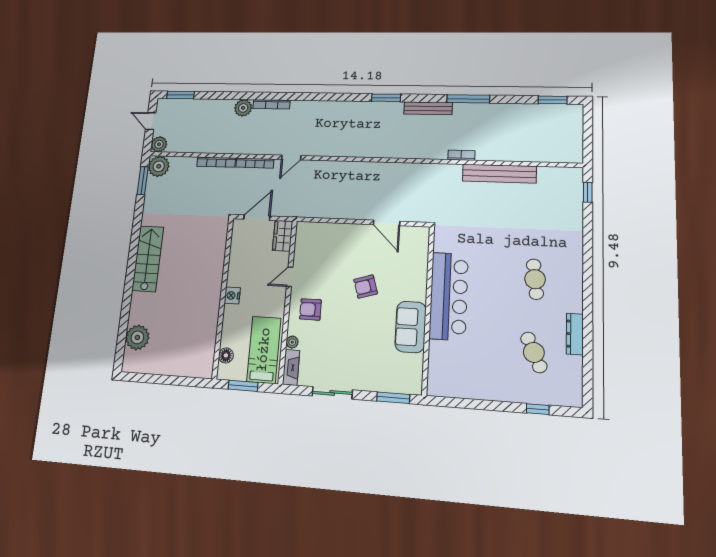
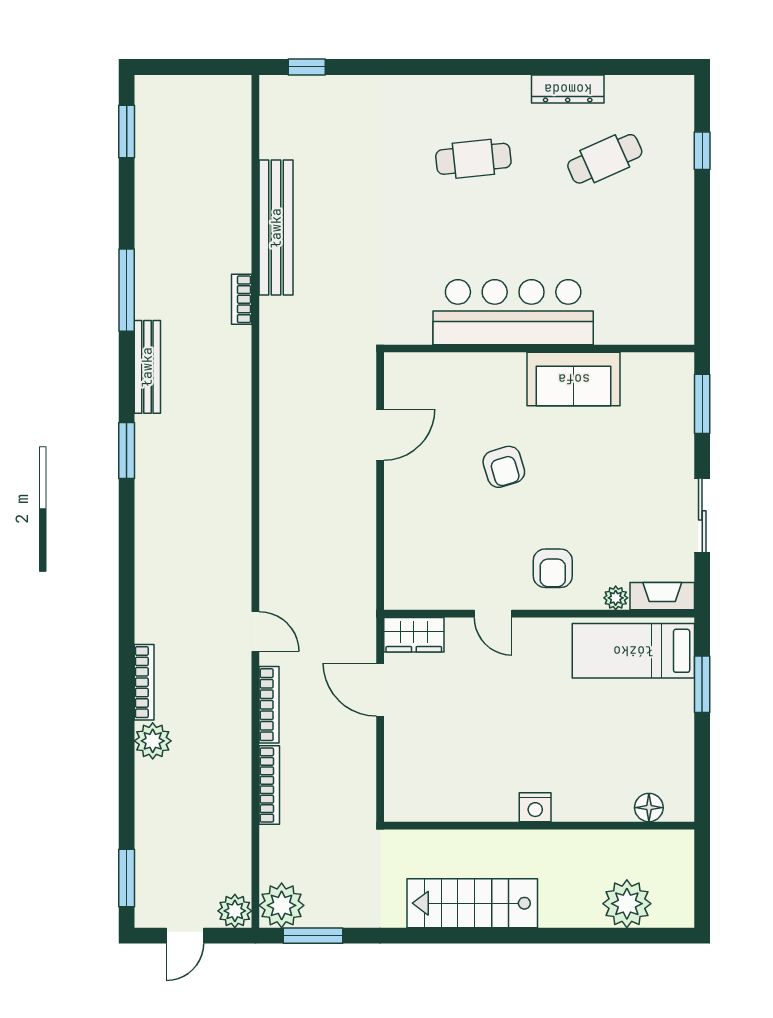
nightstand: (232, 295) -> (535, 807), moved
wall: (223, 297) -> (539, 826), moved
floor lamp: (226, 355) -> (649, 808), moved

